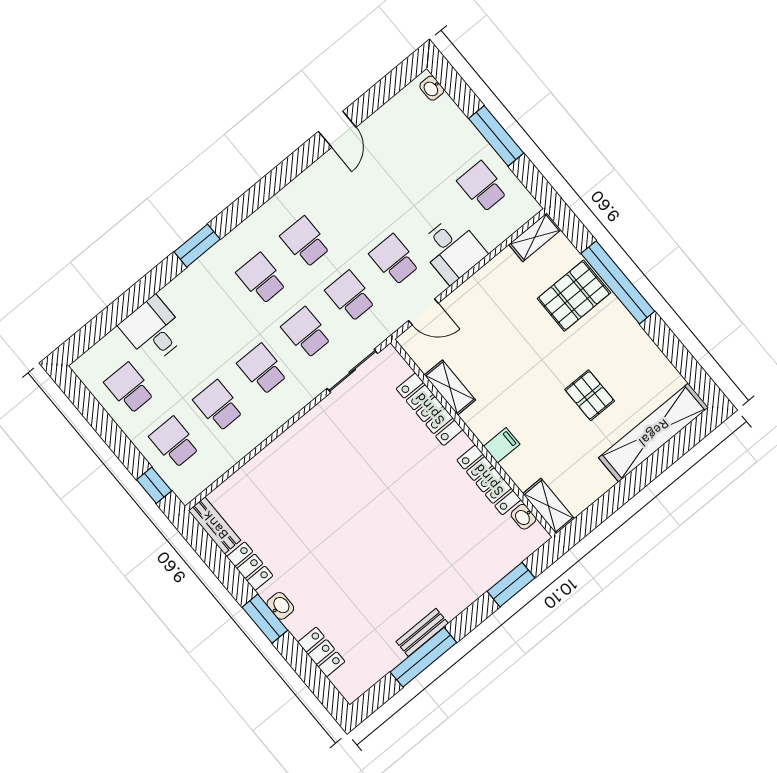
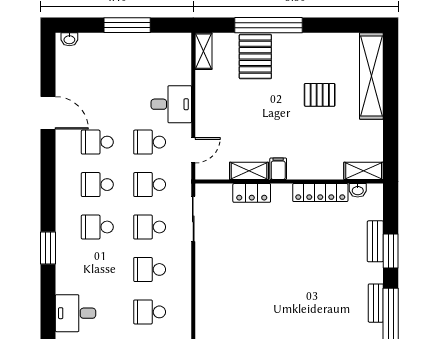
door: (337, 129) -> (48, 113), width x1.38
school desk: (482, 187) -> (97, 142), moved
locker: (430, 409) -> (252, 193), width x0.66
filing cabinet: (502, 445) -> (278, 169), moved
bench: (486, 579) -> (375, 241), added
window: (511, 585) -> (391, 251), moved

